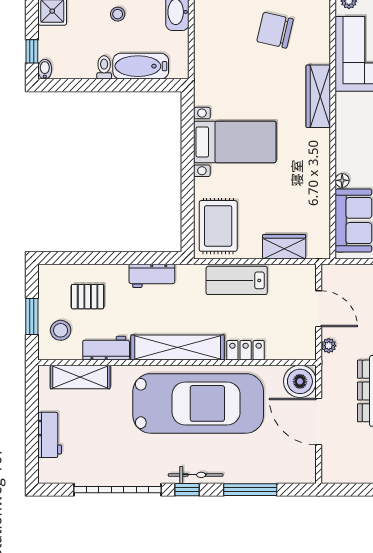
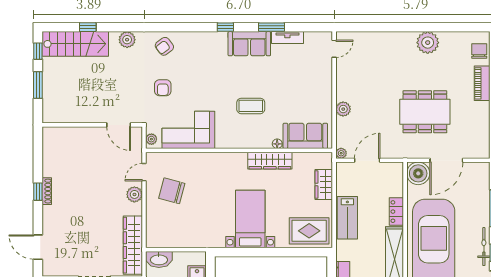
chair: (275, 30) -> (172, 191), turned 92
wardrobe: (318, 96) -> (270, 161), moved
plant: (329, 346) -> (341, 153), moved

